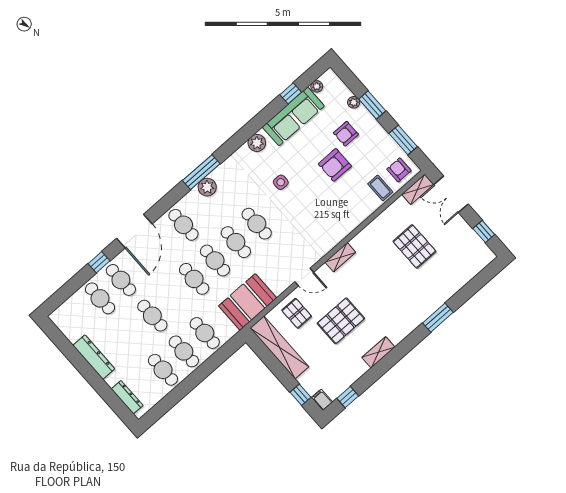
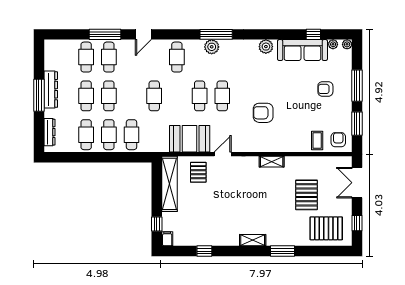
plant: (354, 102) -> (347, 44), moved
window: (372, 105) -> (357, 86), width x1.44
armchair: (335, 165) -> (263, 113), moved
side table: (281, 182) -> (259, 83), removed
shelving: (418, 189) -> (339, 162), removed
door: (134, 231) -> (143, 34), width x0.53
shelving: (340, 257) -> (272, 162), moved
cafe table: (215, 260) -> (86, 96), moved
window: (99, 262) -> (105, 34), width x2.17
door: (304, 277) -> (223, 154), swing flipped
booth: (248, 302) -> (190, 139), moved
pallet: (341, 321) -> (326, 228), moved
shelving: (378, 352) -> (253, 240), moved
window: (88, 372) -> (39, 95), added
window: (348, 397) -> (204, 251), moved

